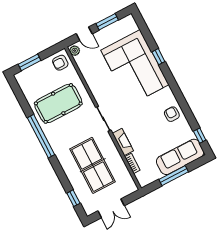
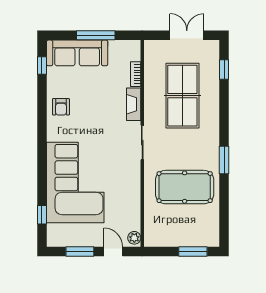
window: (158, 57) -> (42, 215), moved
armchair: (60, 63) -> (158, 233), removed
window: (41, 136) -> (224, 160), width x0.47

